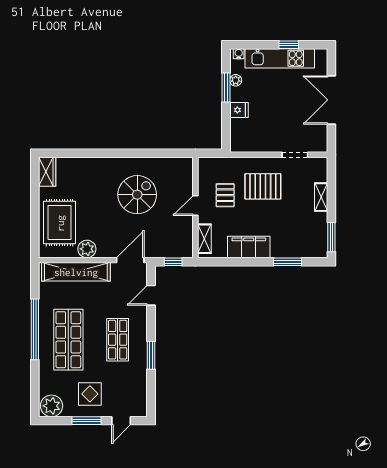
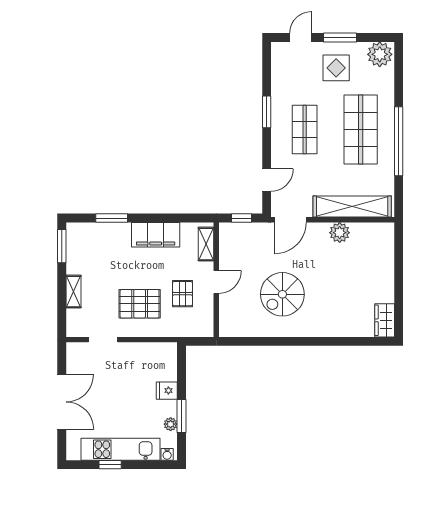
rug: (60, 223) -> (371, 263), removed

